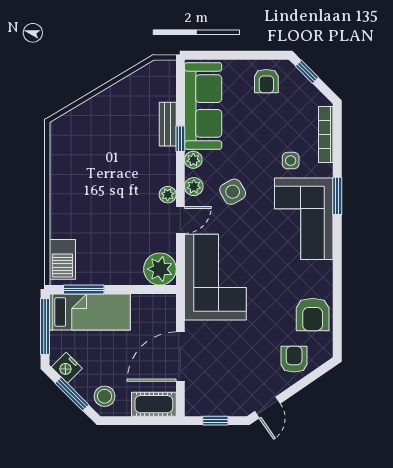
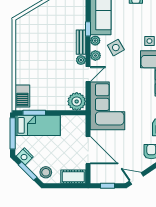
bench: (168, 124) -> (81, 42), moved
side table: (233, 192) -> (116, 48), moved
door: (180, 357) -> (88, 150), swing flipped
door: (267, 407) -> (136, 179), swing flipped

